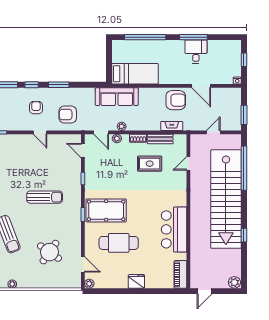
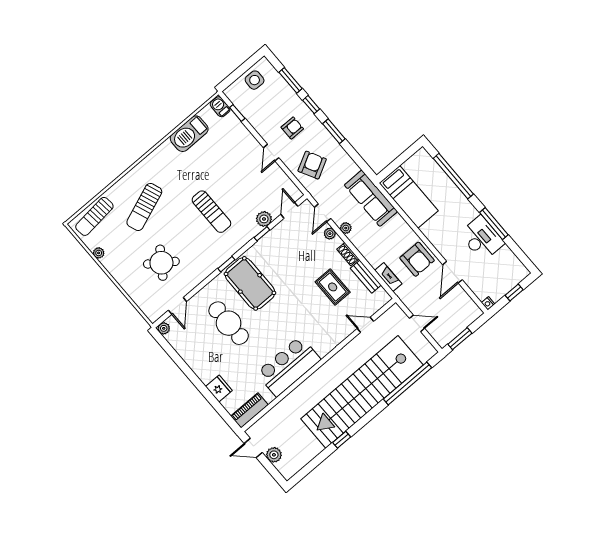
desk: (196, 52) -> (482, 238), width x1.37
armchair: (68, 115) -> (312, 165), turned 62
plant: (75, 170) -> (264, 219), added
fridge: (136, 281) -> (219, 388), moved
plant: (234, 282) -> (274, 455), moved

